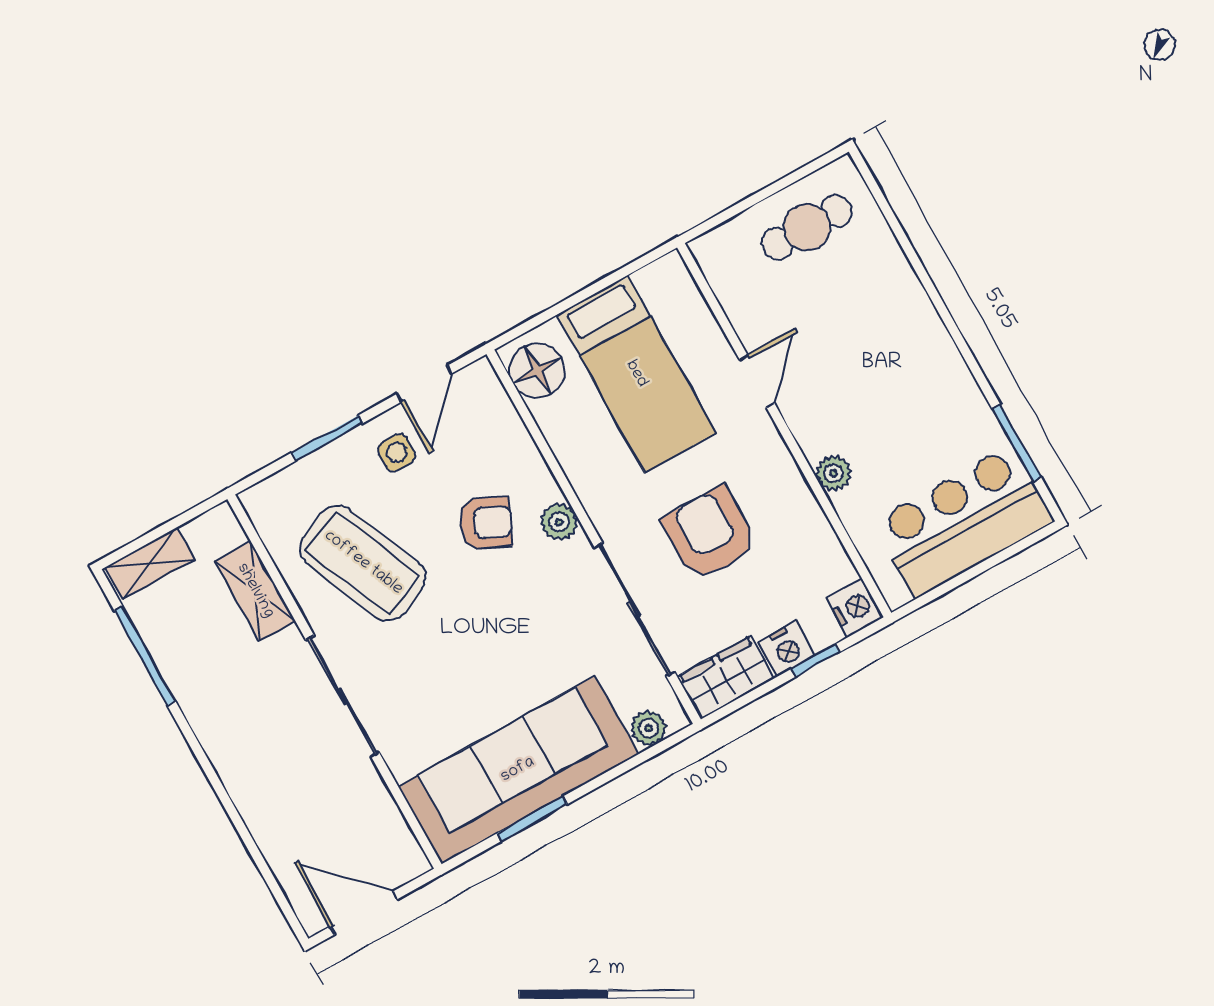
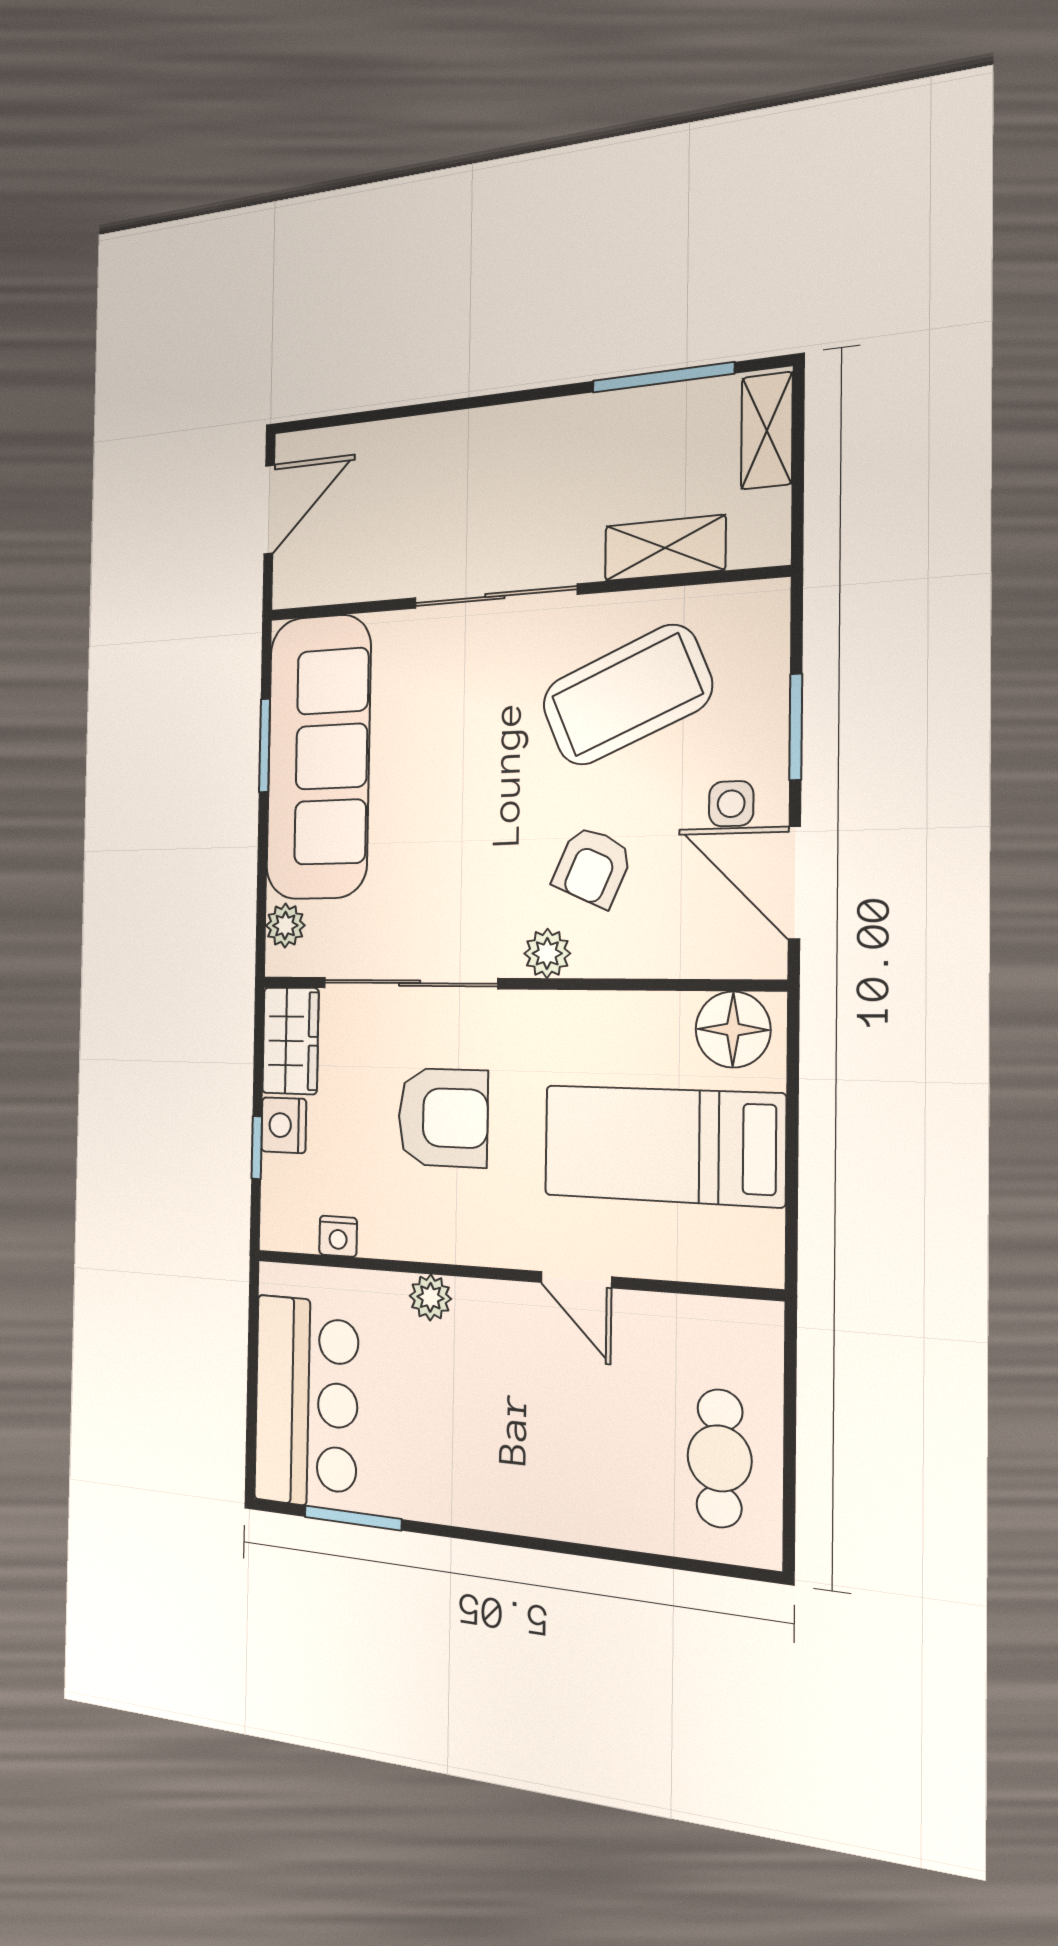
door: (424, 384) -> (794, 883), width x1.38
nightstand: (855, 608) -> (338, 1236), moved, width x0.72, depth x0.74

